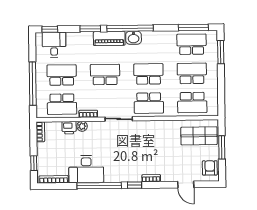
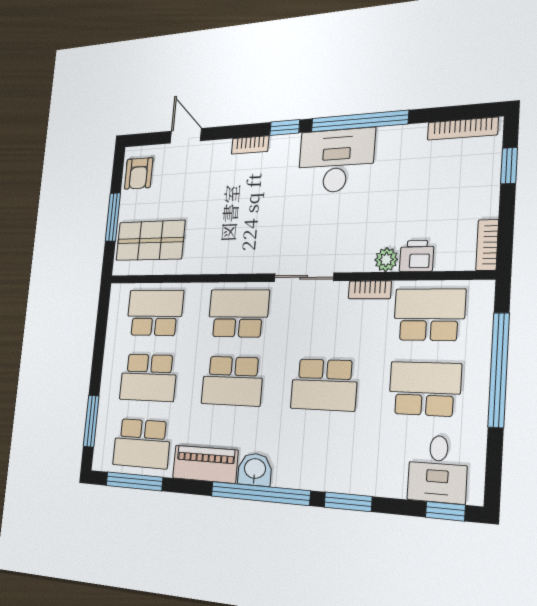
piano: (109, 39) -> (205, 464), moved
school desk: (62, 75) -> (425, 389), turned 180
desk: (86, 169) -> (336, 161), moved

